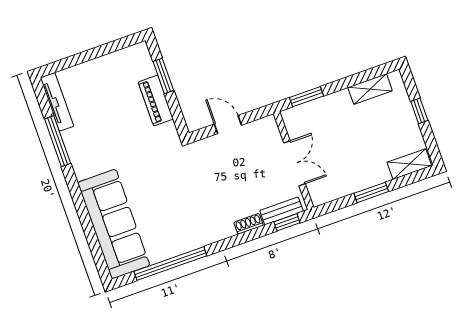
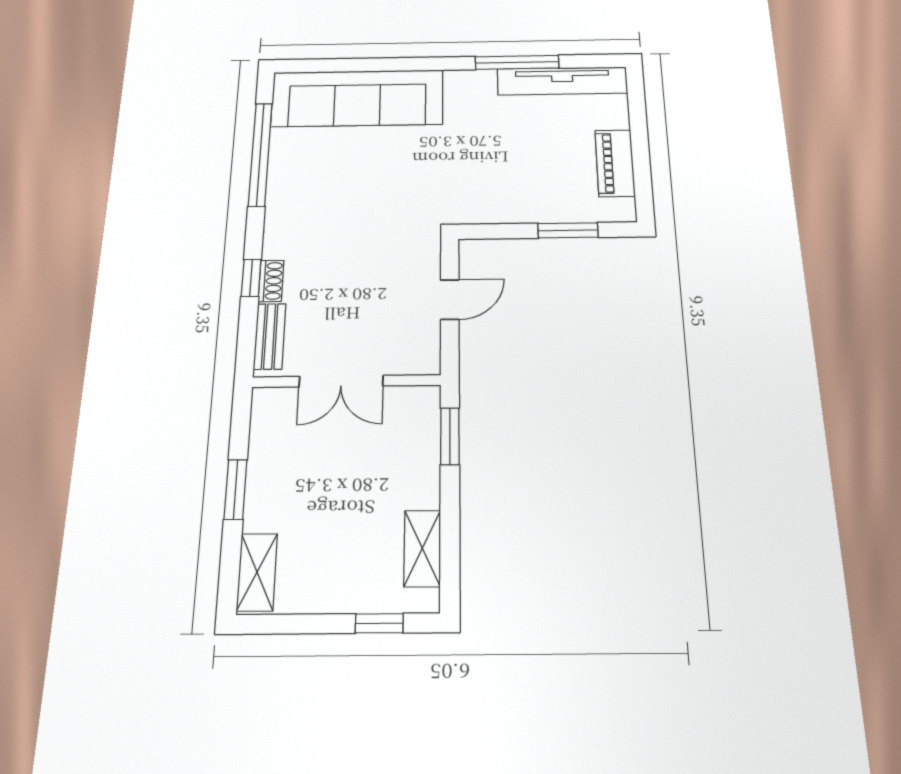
piano: (156, 101) -> (615, 163), moved, turned -90
tv unit: (57, 102) -> (562, 81), width x1.36, depth x1.29
window: (419, 111) -> (379, 623), moved
window: (287, 222) -> (251, 278), moved

